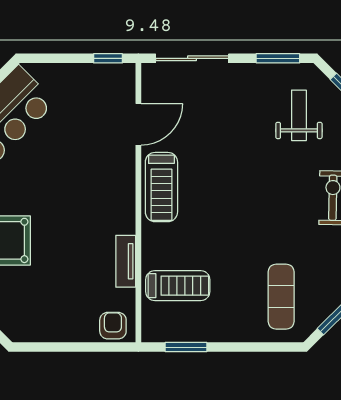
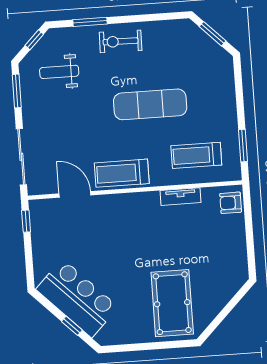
treadmill: (161, 187) -> (122, 173), turned 180
treadmill: (178, 286) -> (196, 155), turned -90
exercise mat: (281, 297) -> (150, 104), moved, width x1.36, depth x1.45

